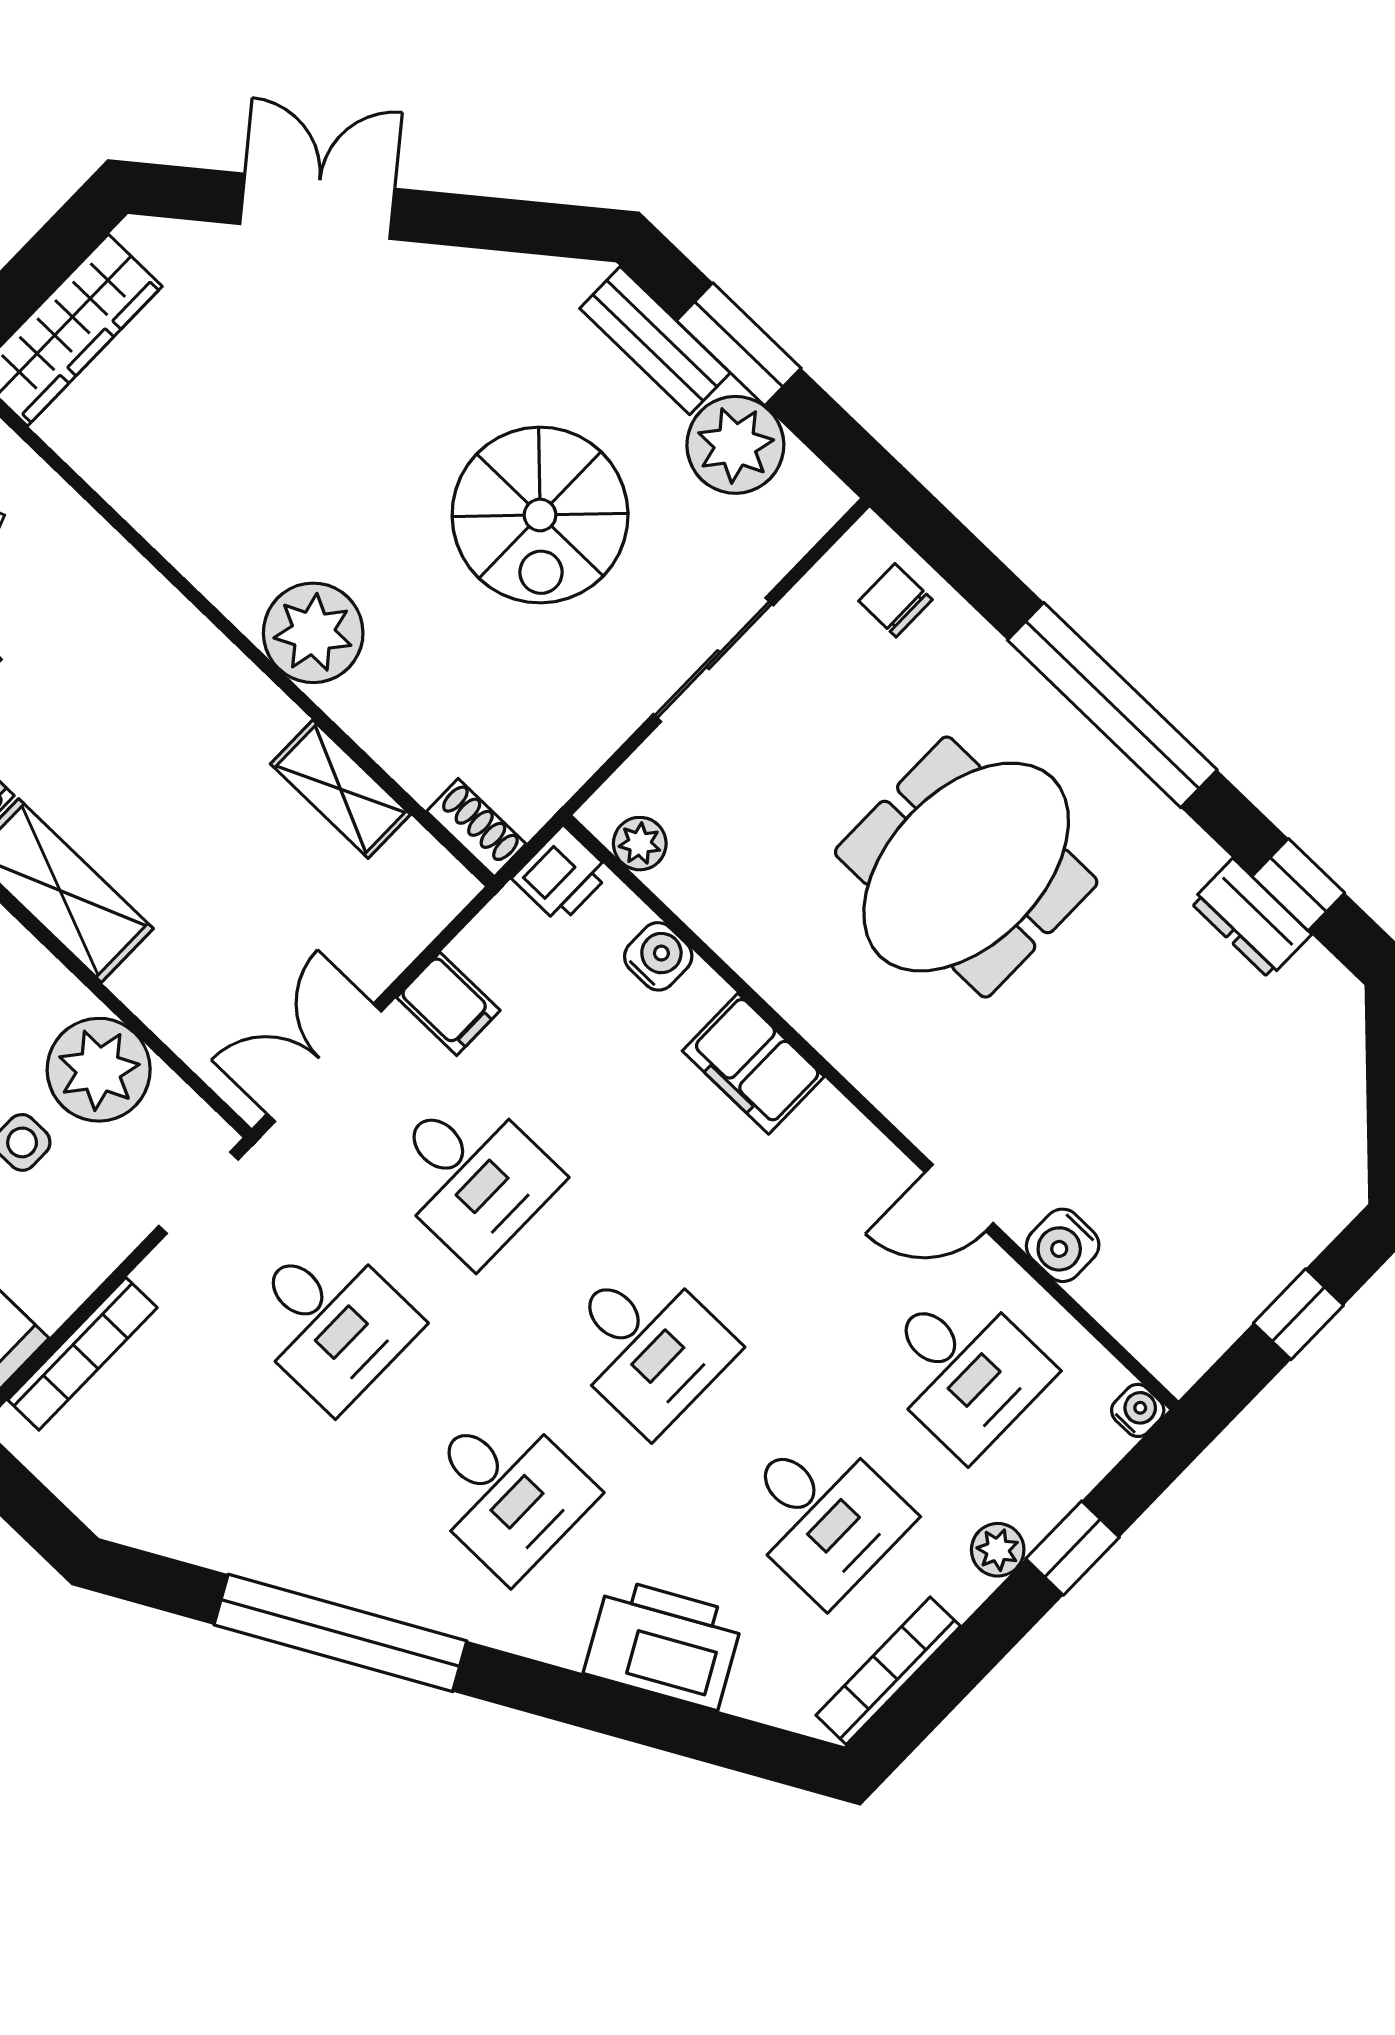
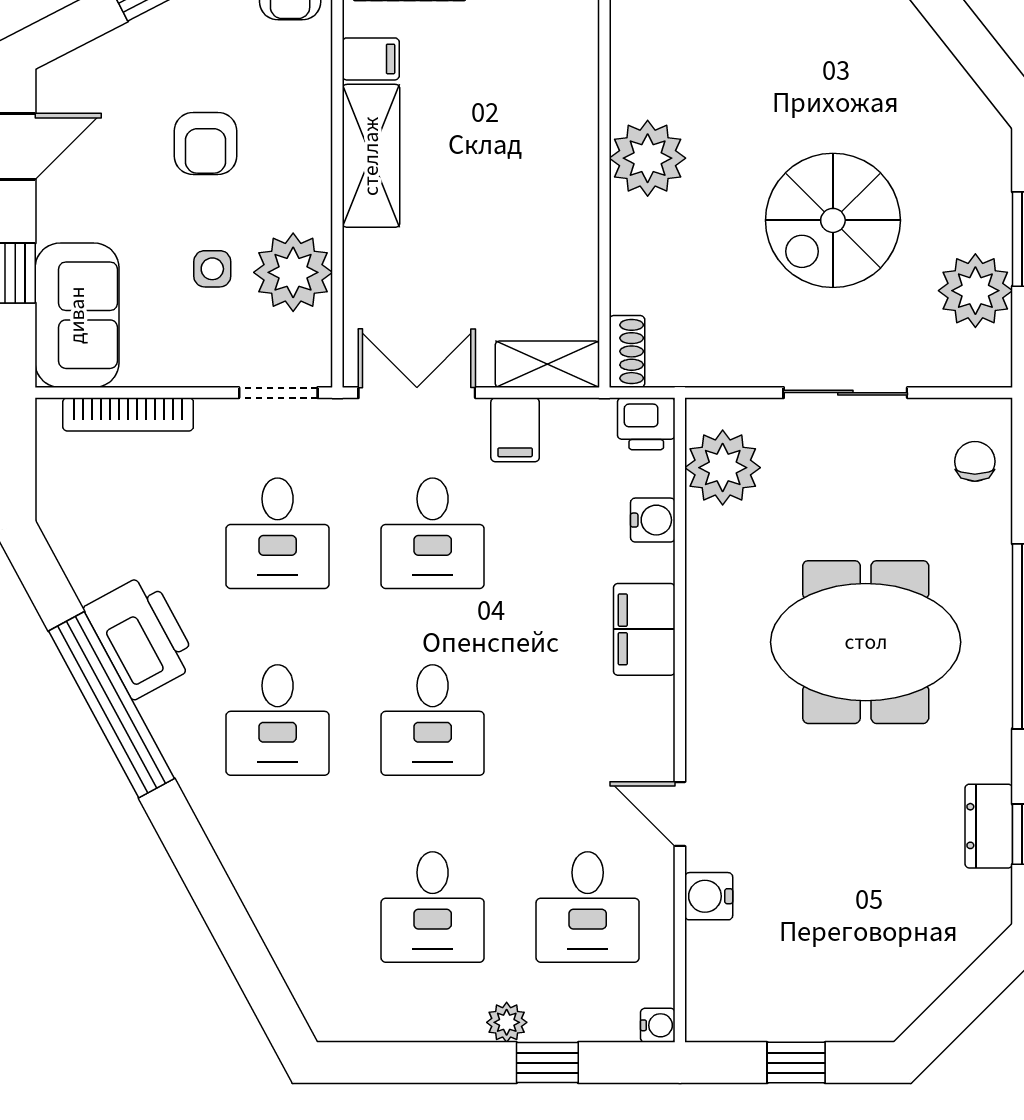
bench: (655, 341) -> (990, 191), removed
shelving: (340, 789) -> (547, 364), moved, turned 90
plant: (640, 844) -> (723, 468), width x1.88, depth x1.88
printer: (664, 1644) -> (141, 636), moved
bookcase: (888, 1671) -> (382, 1026), removed

